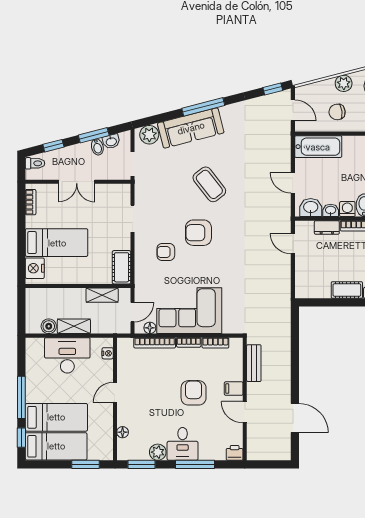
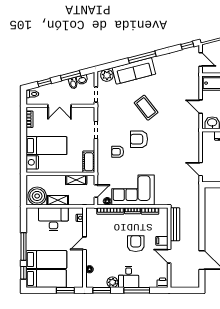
door: (293, 244) -> (201, 169), moved
boiler: (49, 326) -> (37, 196), width x1.86, depth x1.86
bench: (254, 363) -> (175, 224), width x1.36

